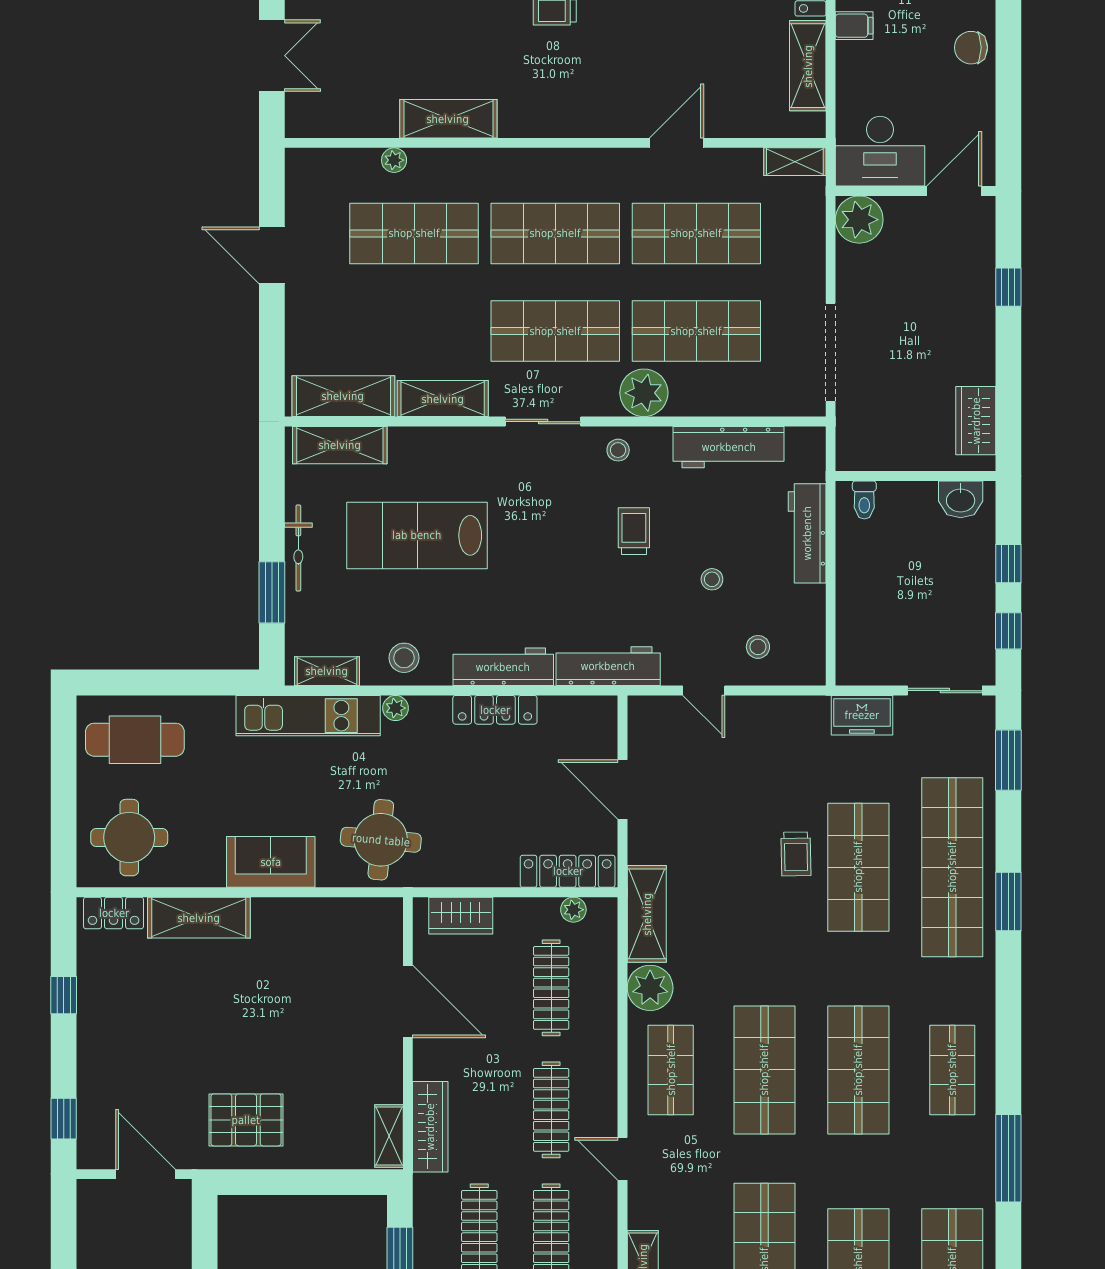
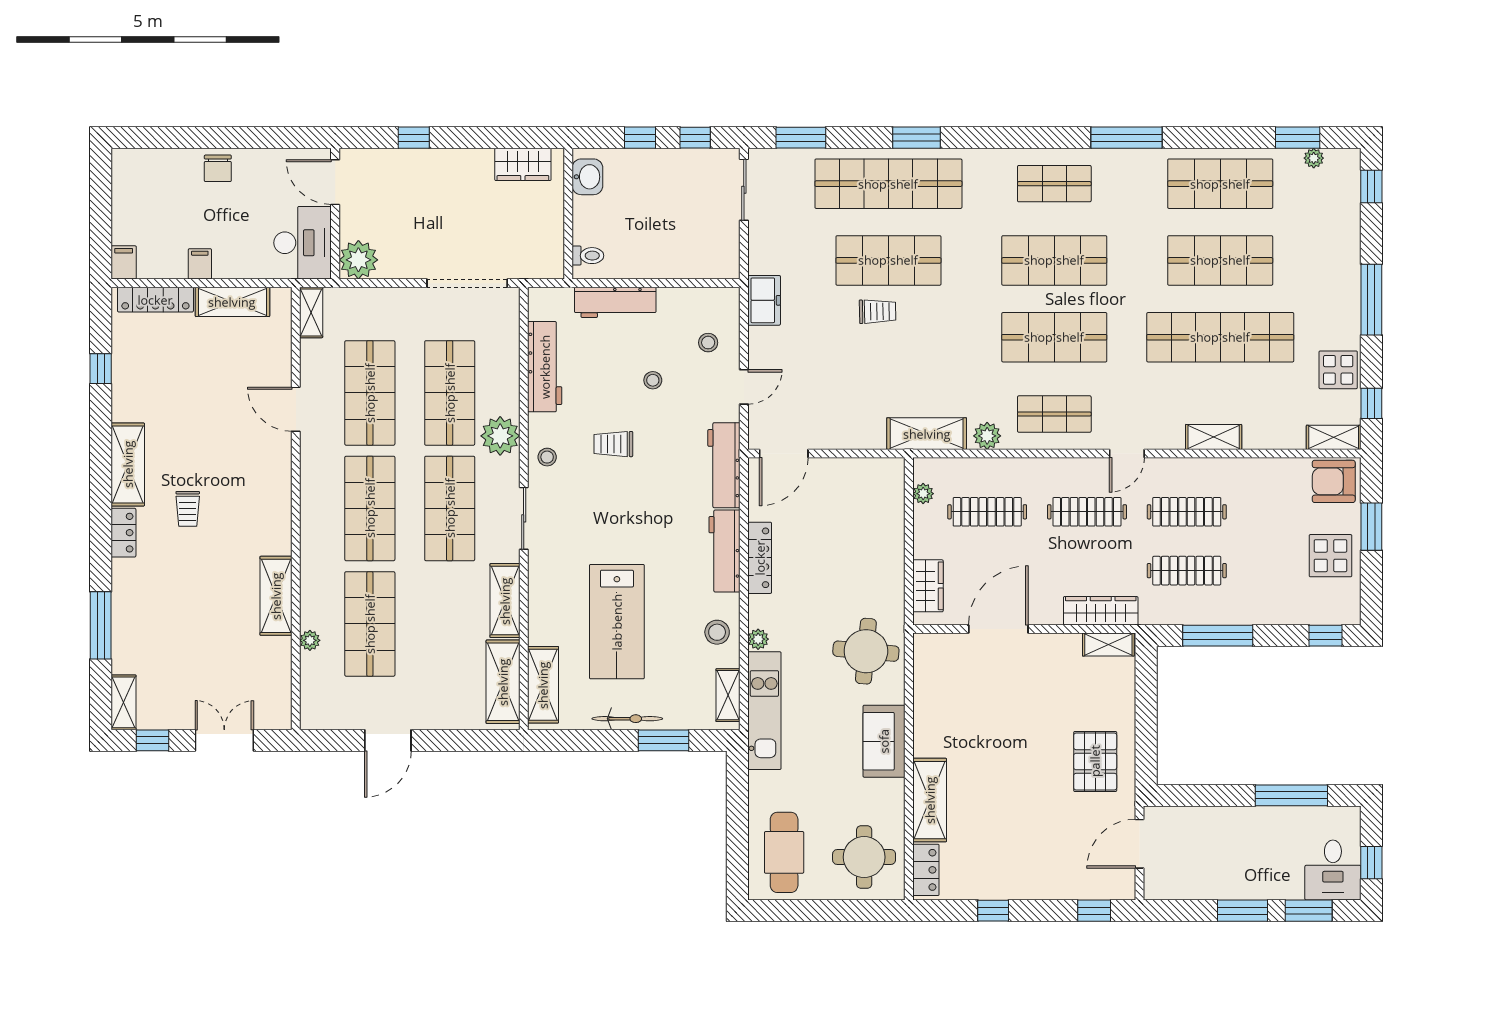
freezer: (862, 715) -> (764, 300), moved
door: (622, 789) -> (784, 453), moved
locker: (568, 871) -> (892, 498), removed
plant: (650, 988) -> (987, 436), width x0.73, depth x0.73

